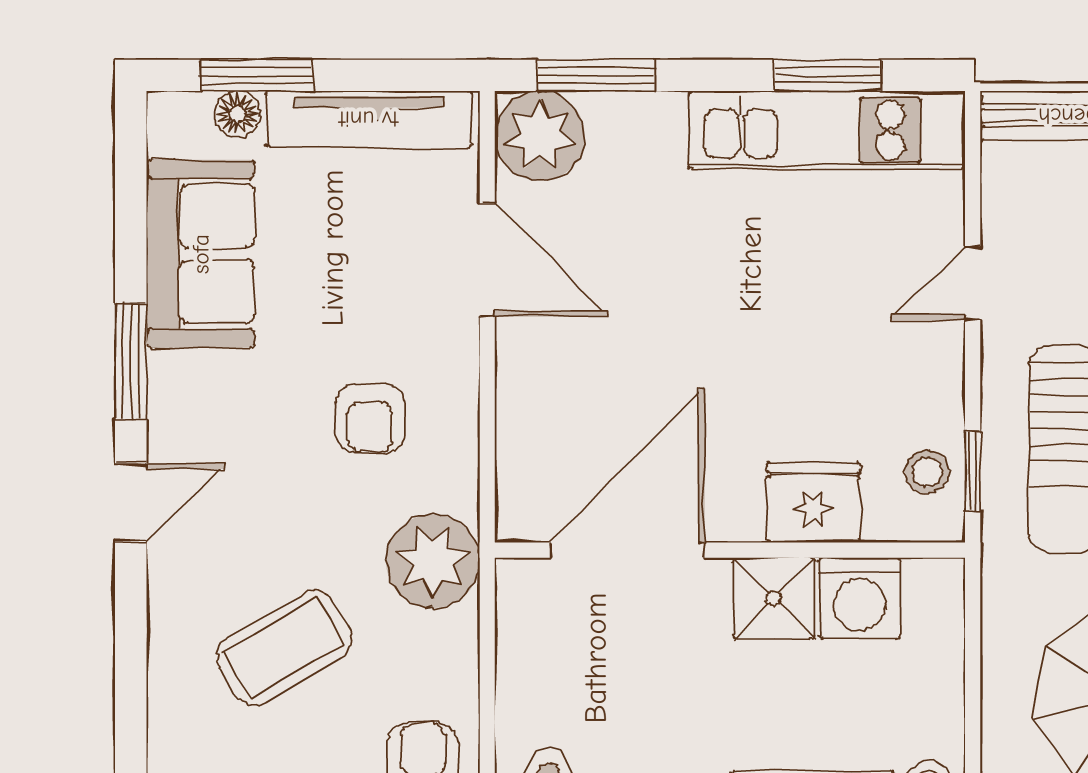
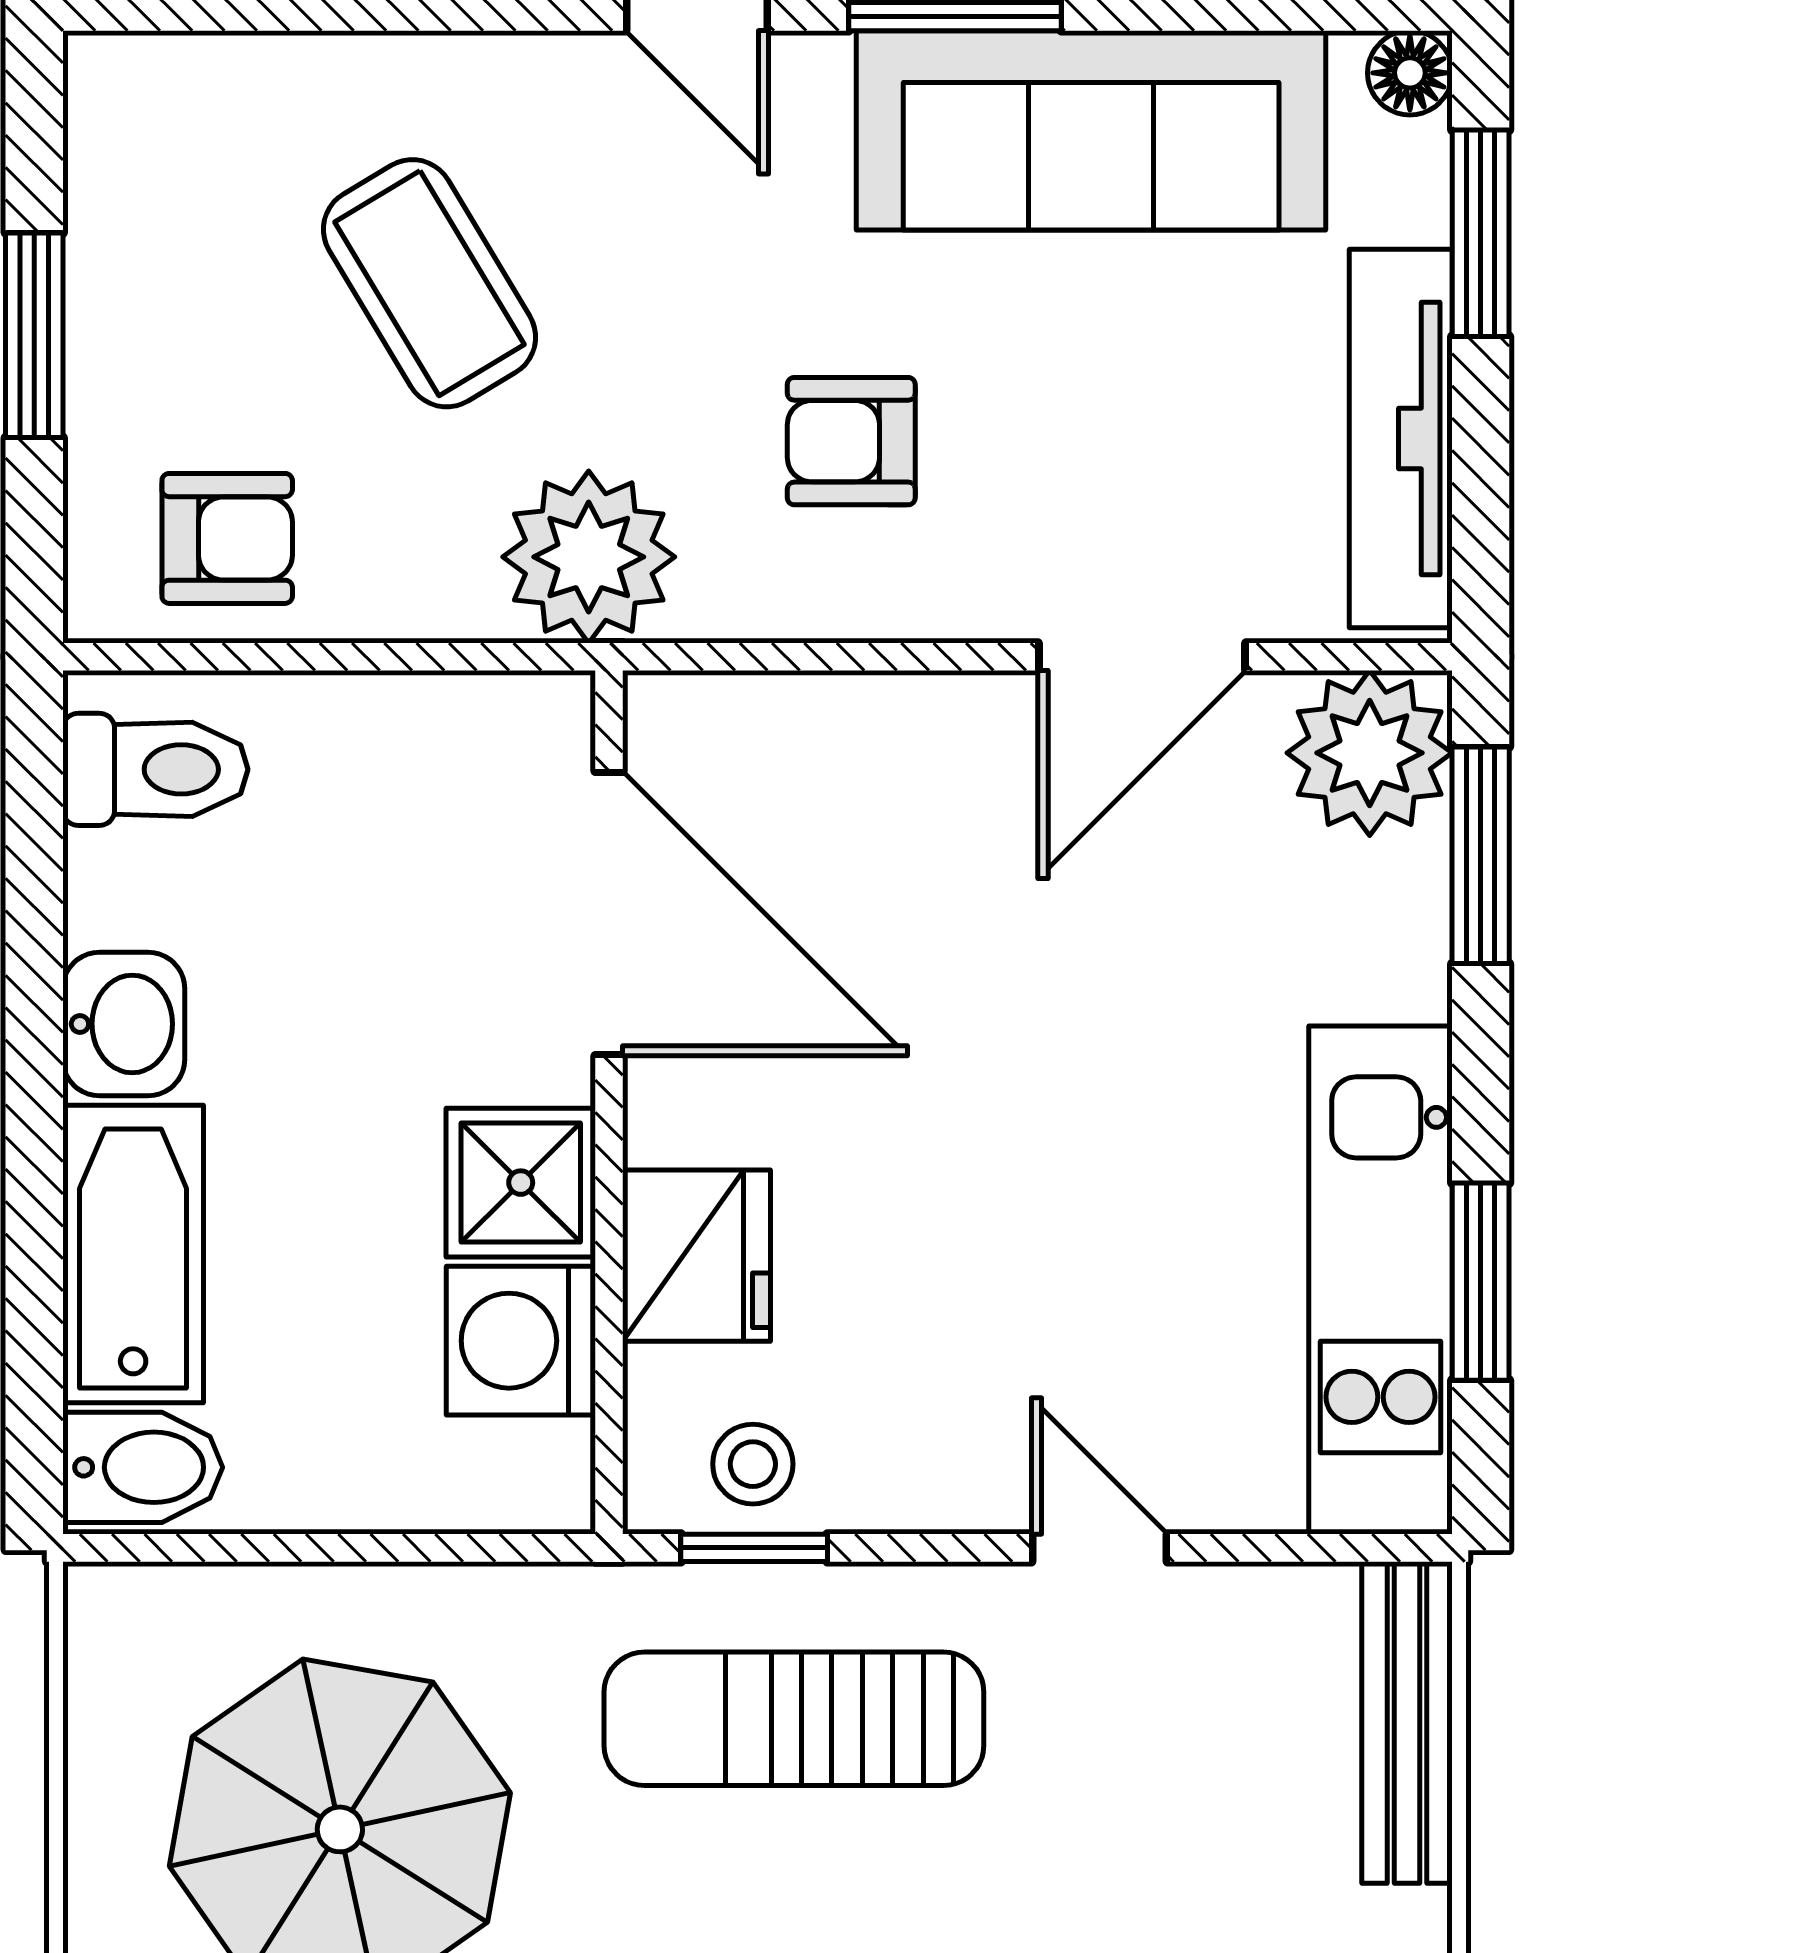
floor lamp: (237, 114) -> (1410, 73), moved
sofa: (201, 254) -> (1091, 130), width x1.36

